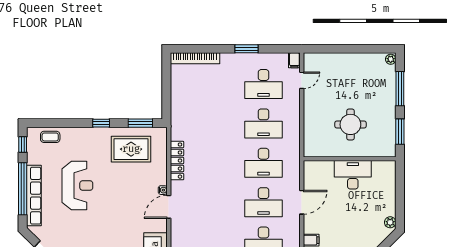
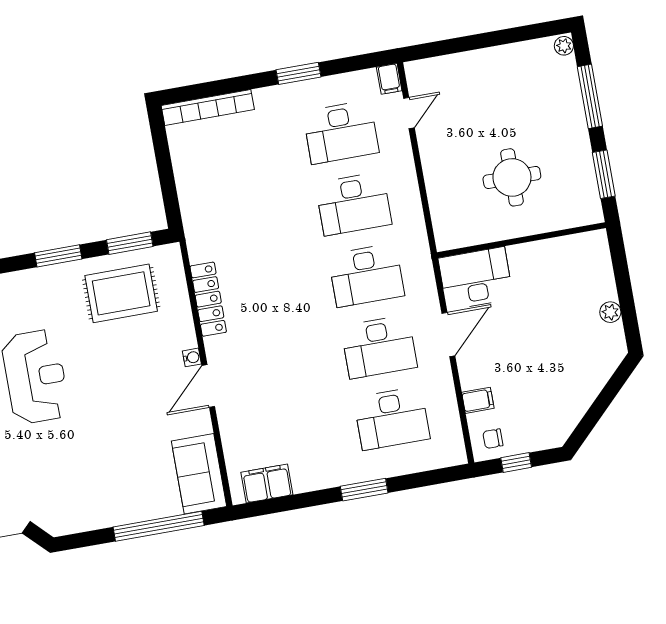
window: (101, 123) -> (58, 256), width x1.50
desk: (353, 175) -> (476, 278), moved
plant: (390, 222) -> (610, 312), moved

